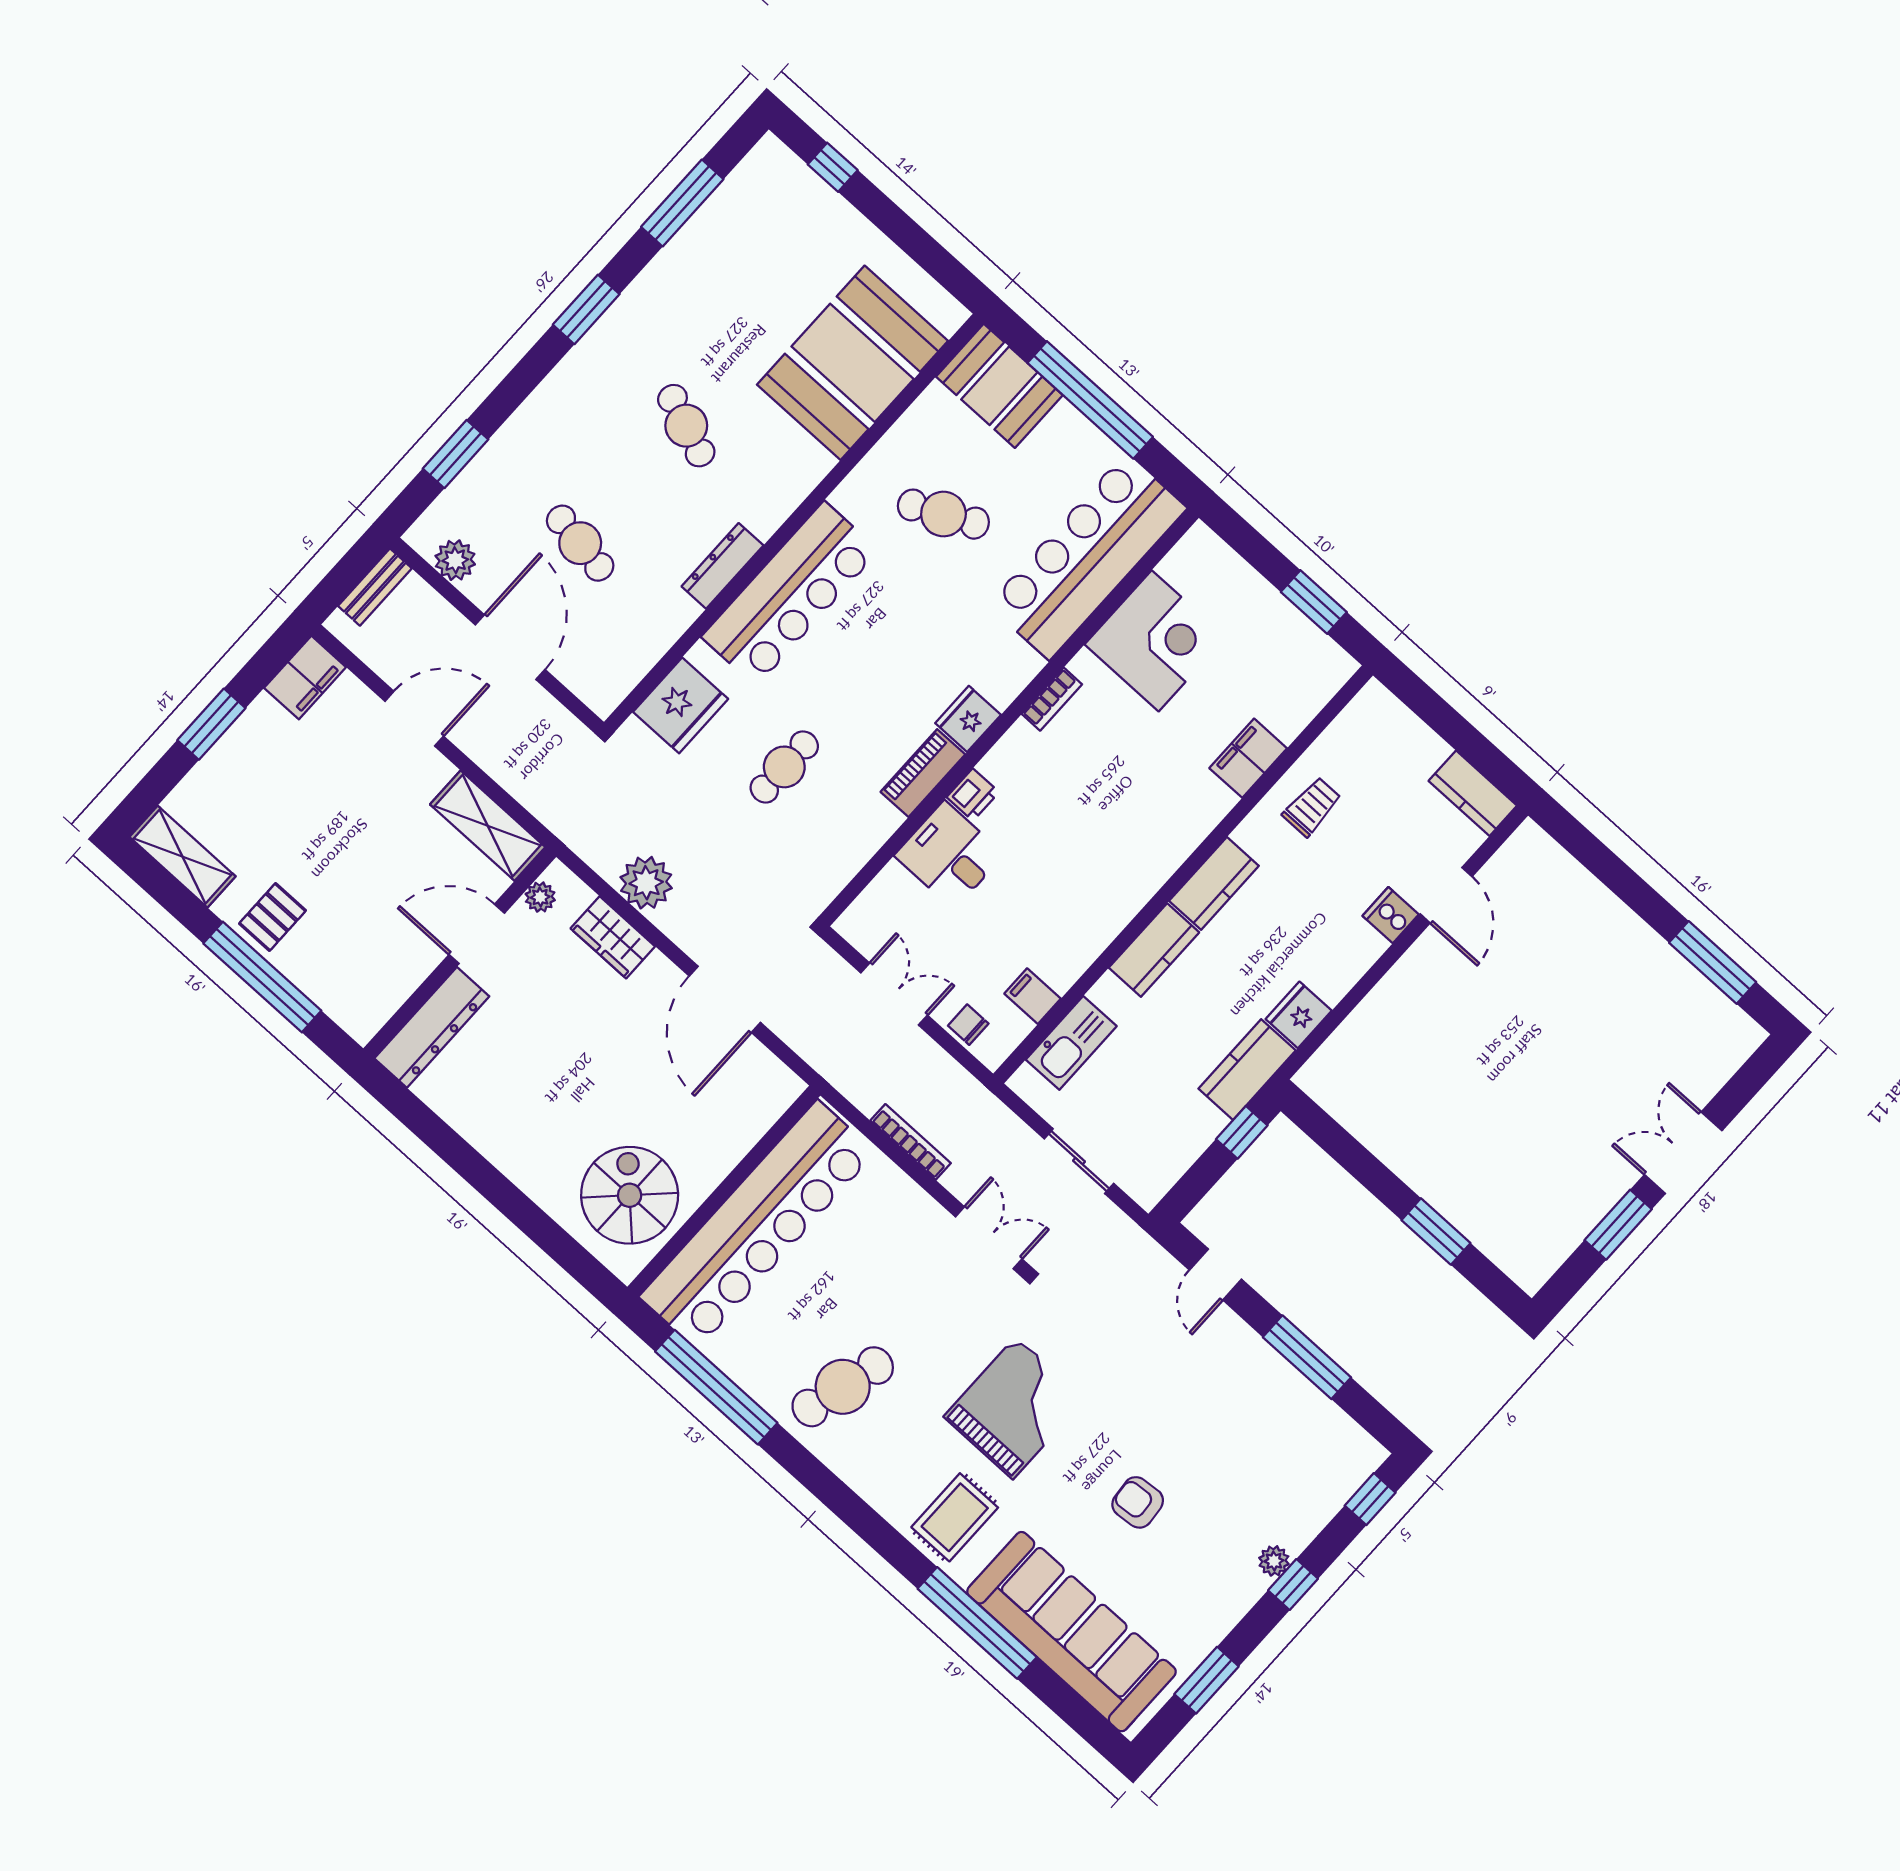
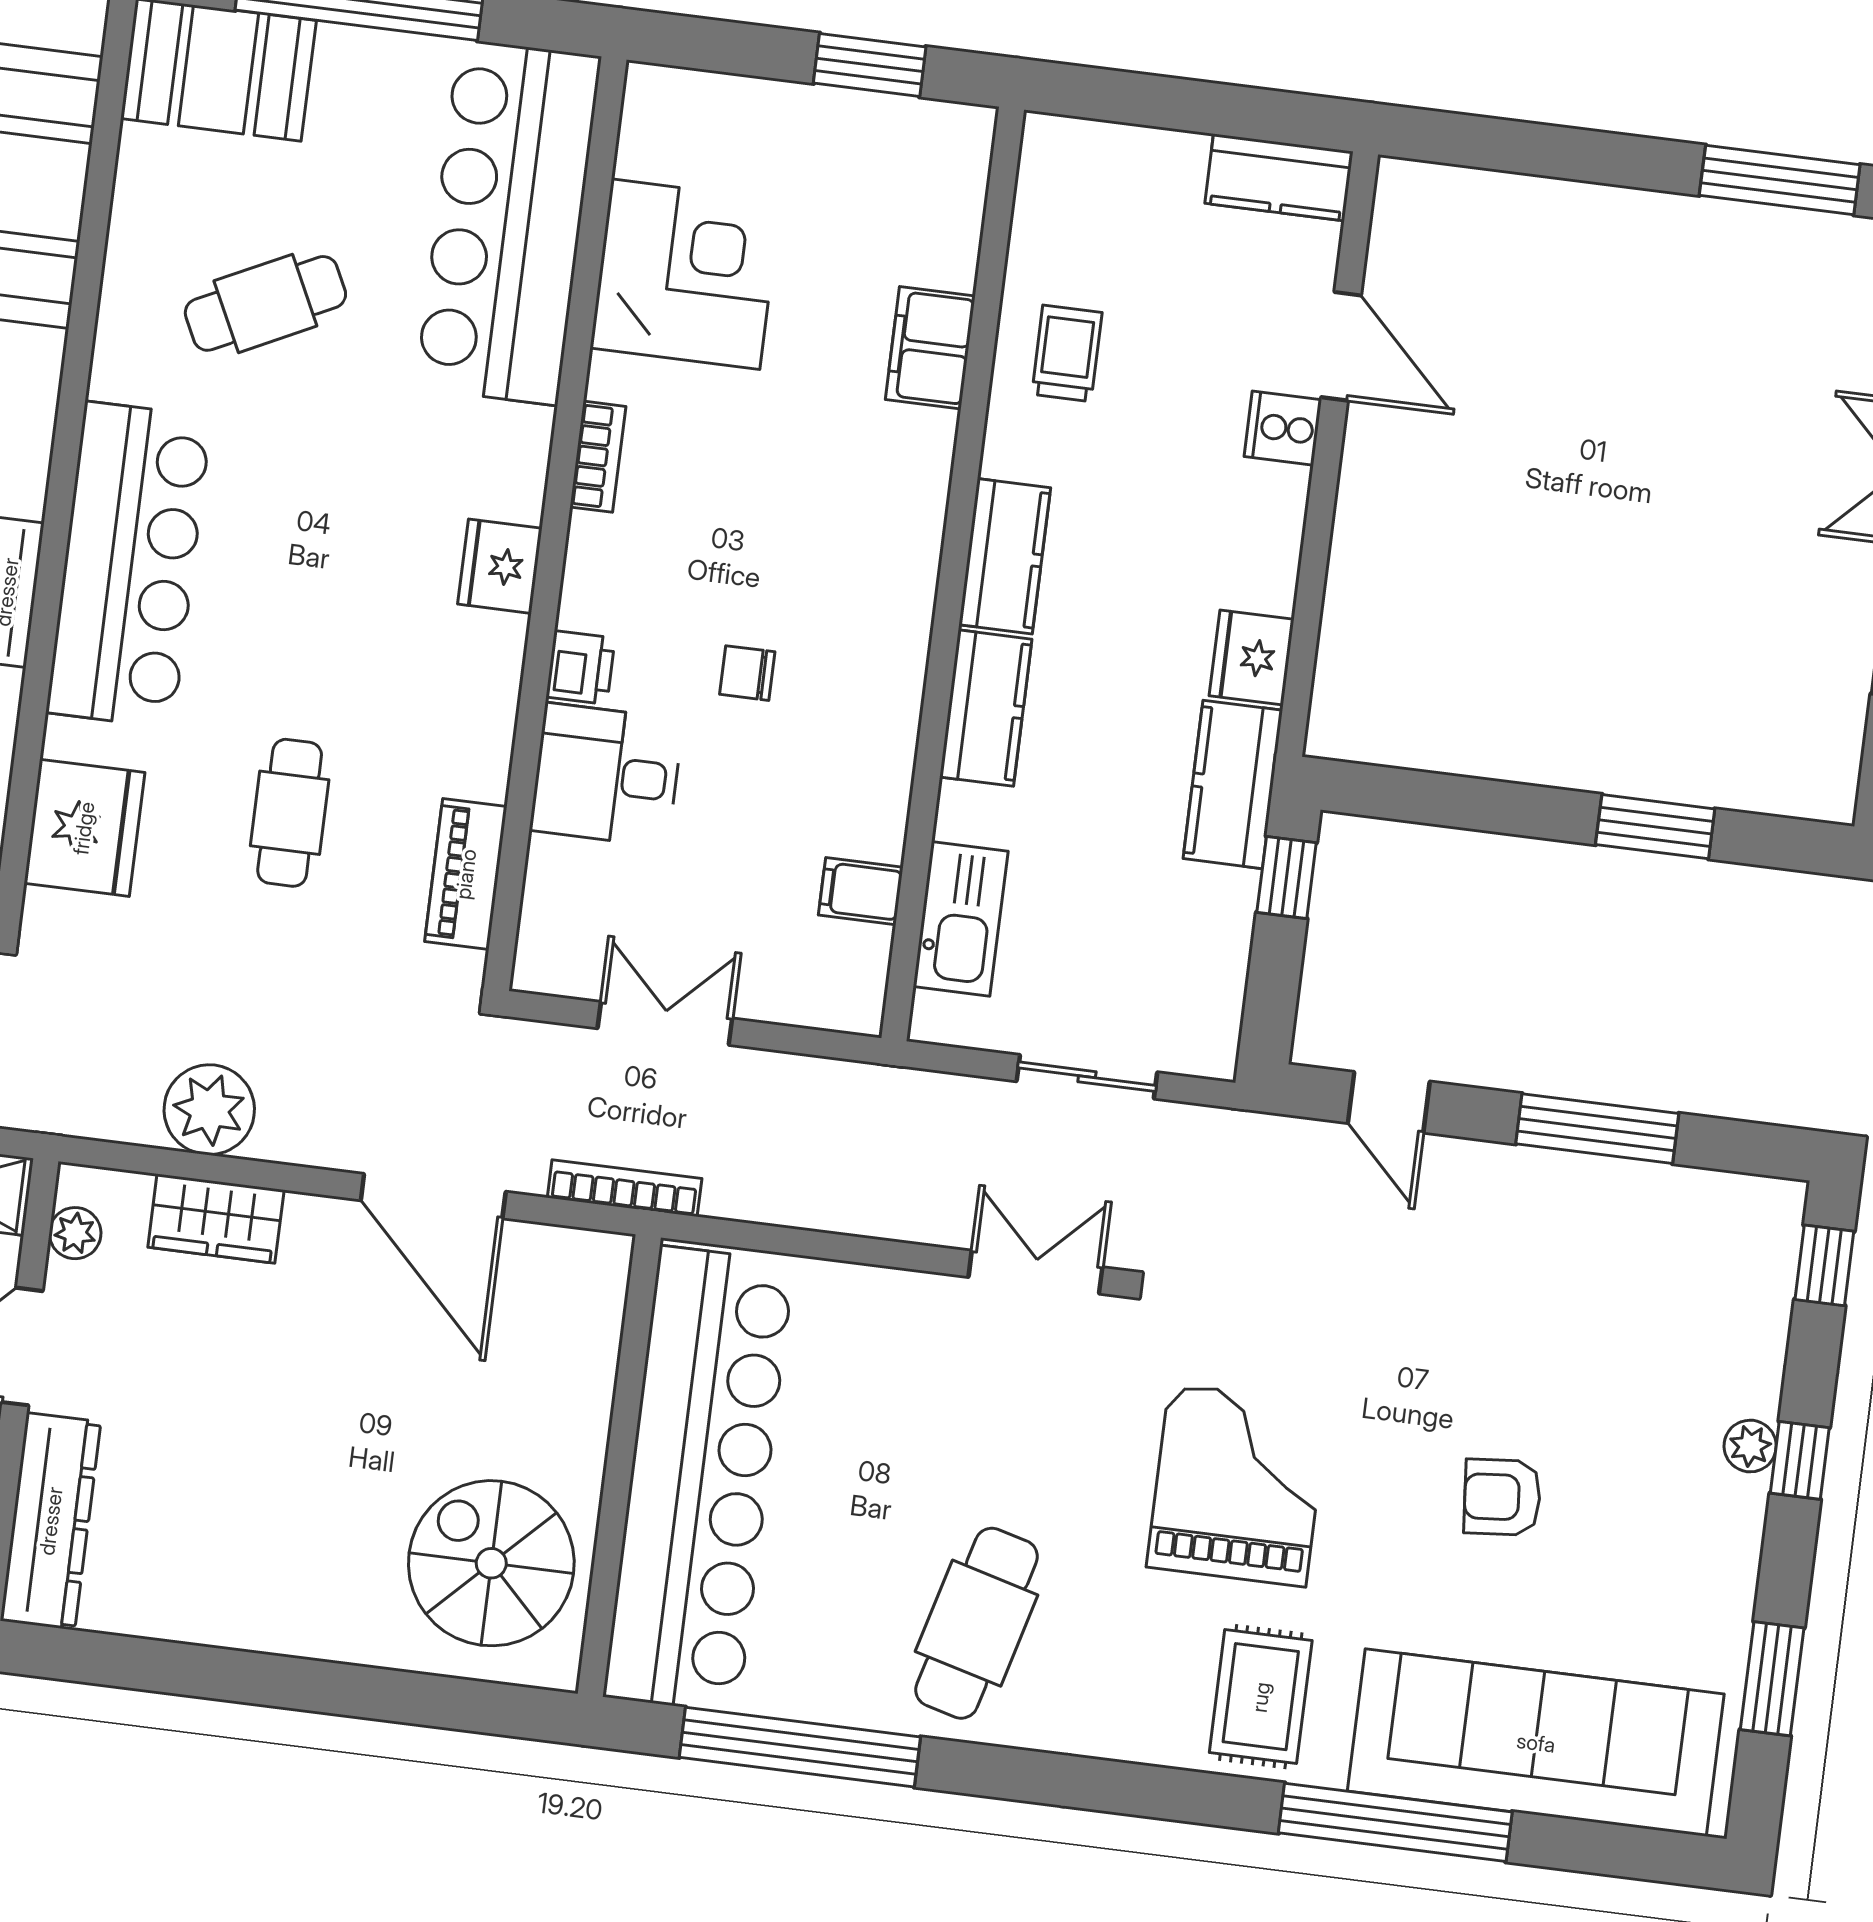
piano: (923, 773) -> (466, 874), moved
chair: (968, 1025) -> (747, 673), moved
bookcase: (911, 1142) -> (625, 1188), moved

